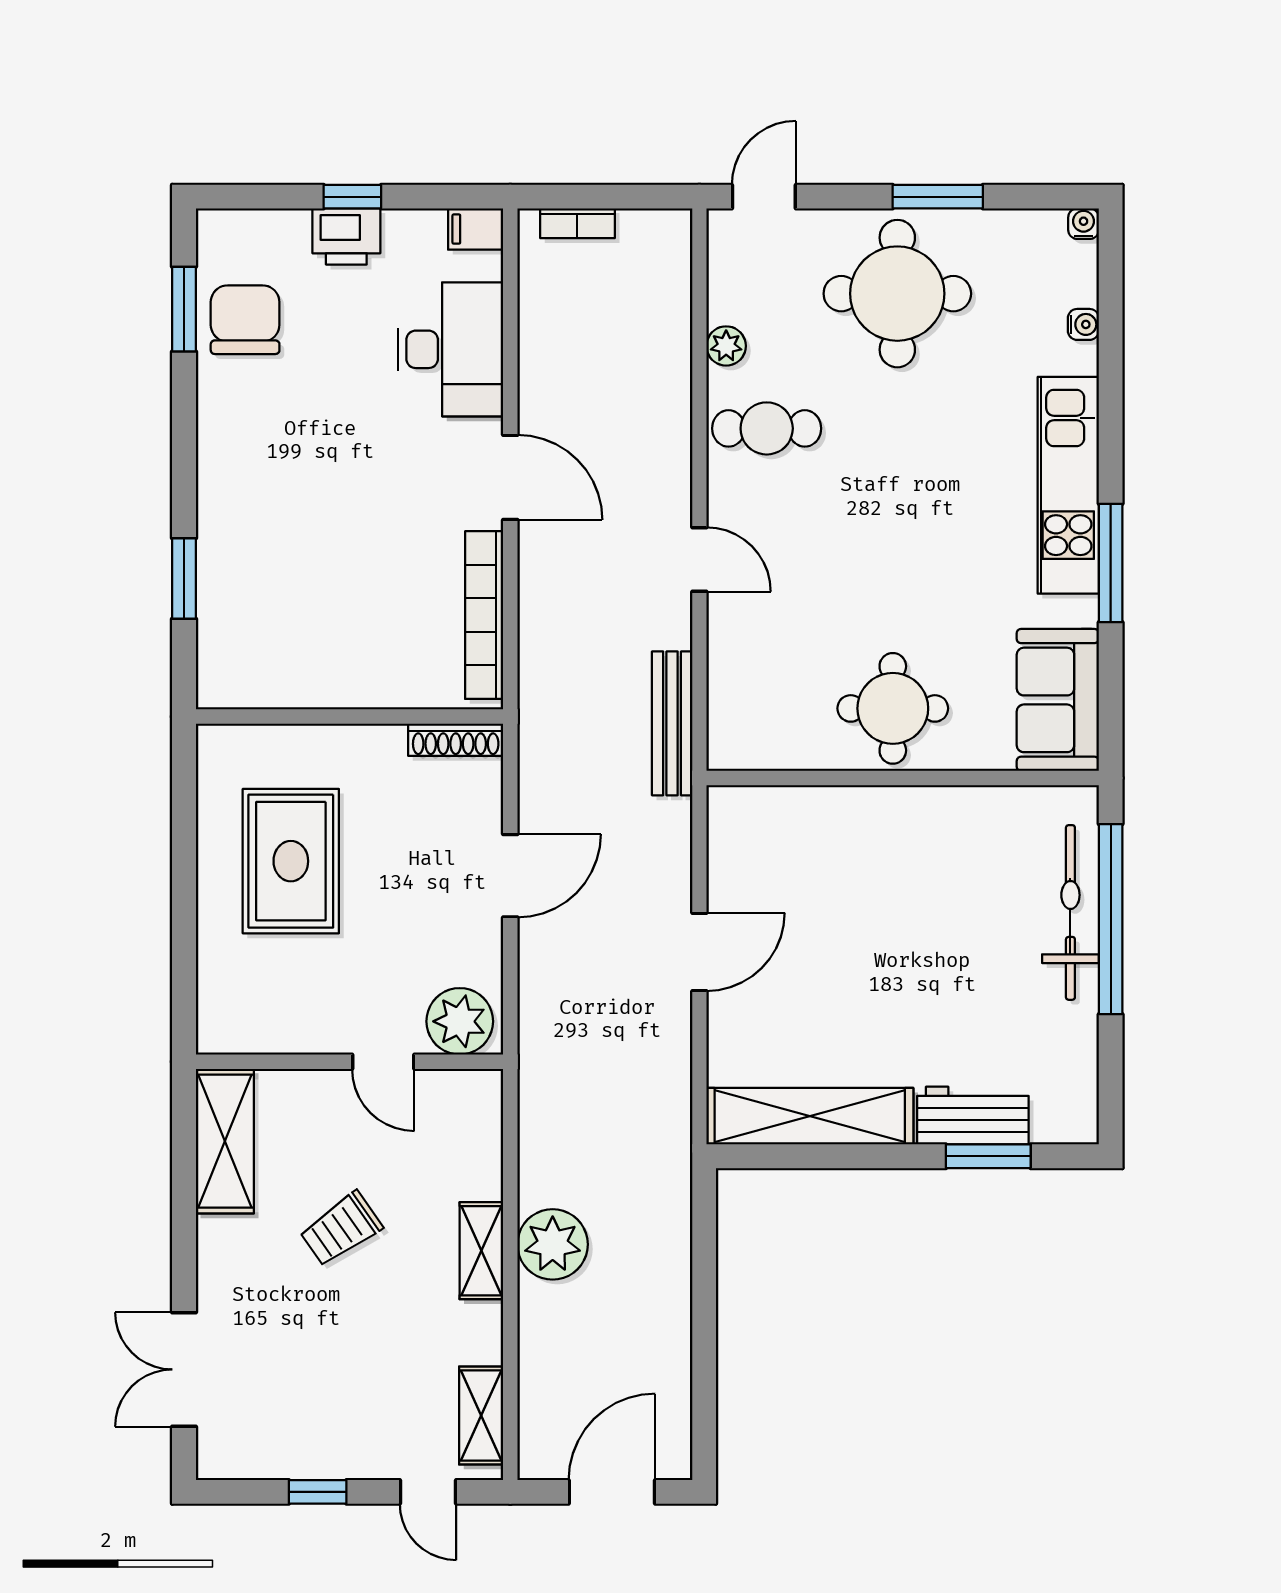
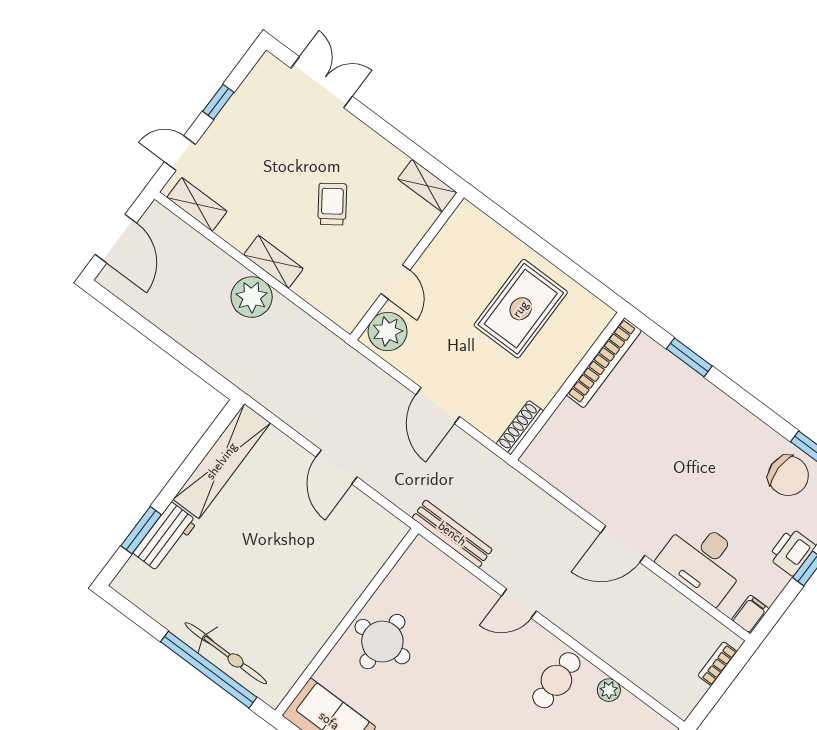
bookcase: (484, 615) -> (604, 363), moved, turned 90
rug: (291, 861) -> (521, 309), turned 90
door: (383, 1062) -> (395, 282), swing flipped
shelving: (225, 1141) -> (427, 186), width x0.67, depth x0.75

